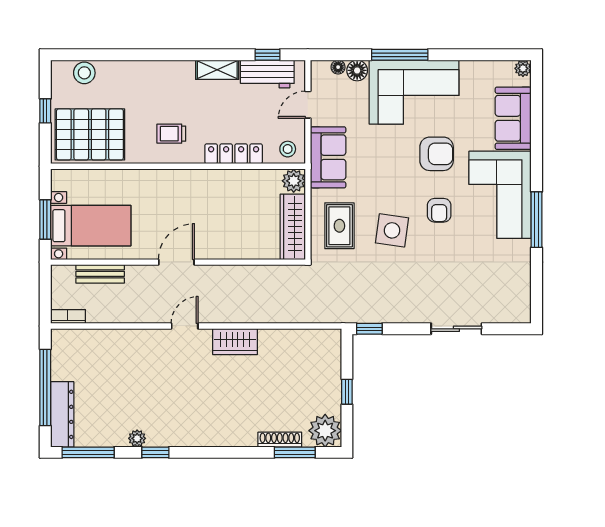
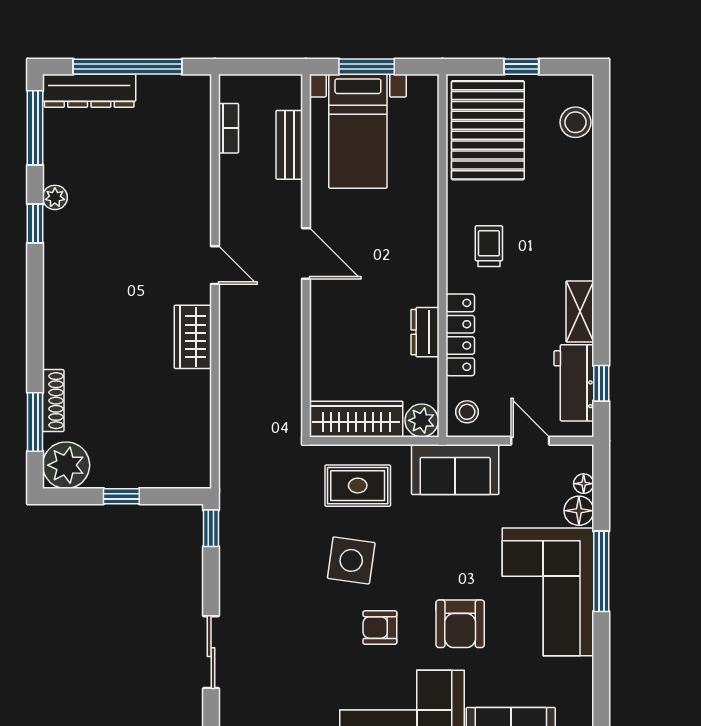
dresser: (232, 179) -> (425, 332), added
bookcase: (68, 316) -> (229, 128), moved

